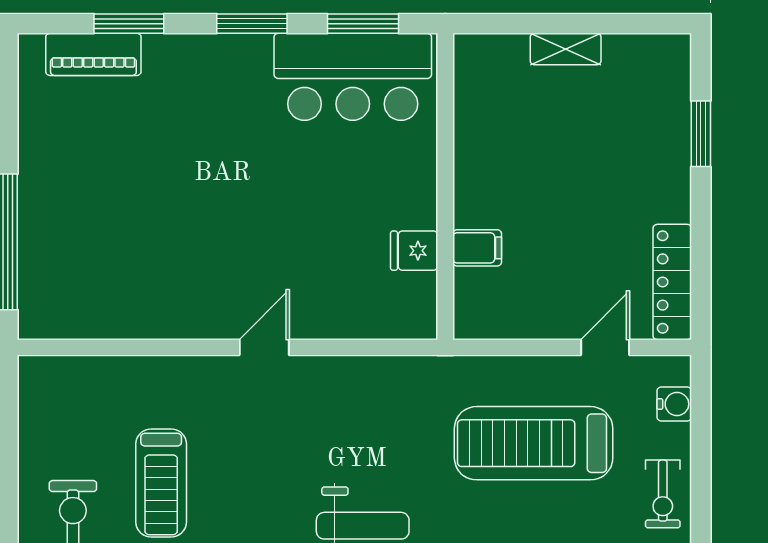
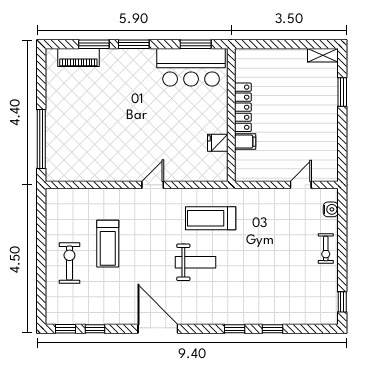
window: (252, 24) -> (134, 44), moved
shelving: (566, 49) -> (323, 55), moved
locker: (672, 282) -> (243, 107), moved, turned 180
treadmill: (534, 443) -> (211, 218), moved, width x0.73, depth x0.73

